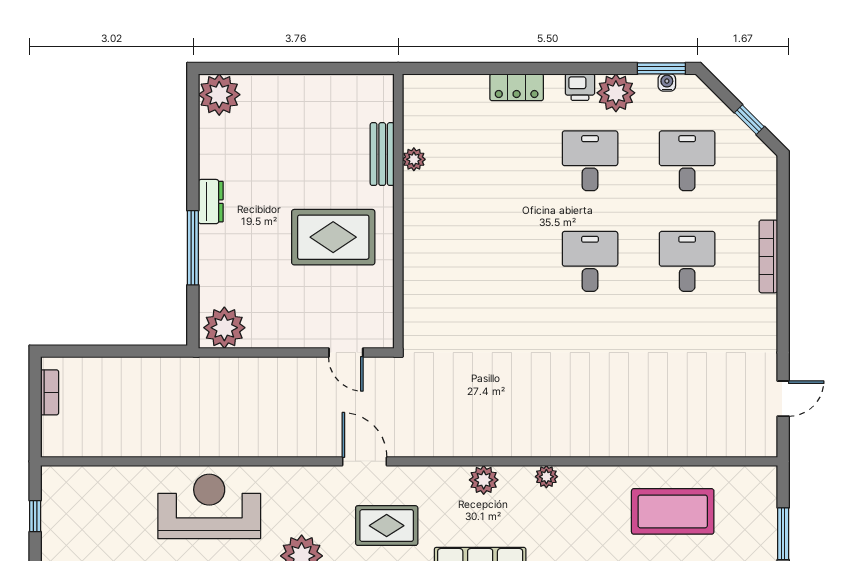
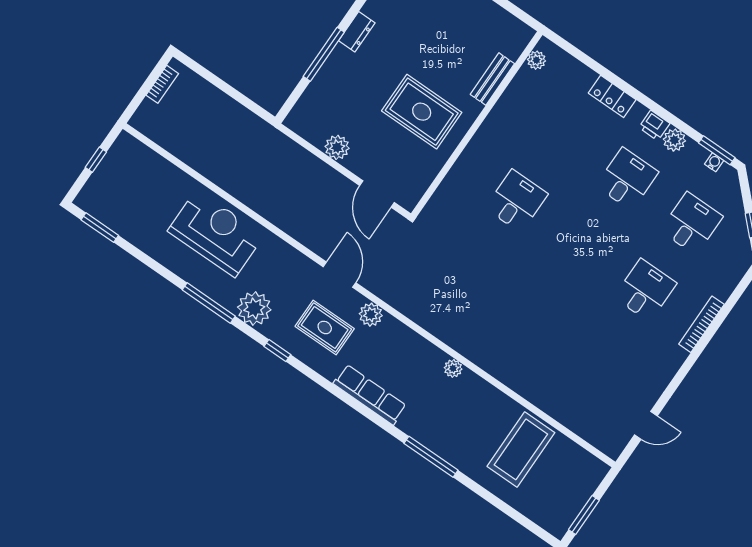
plant: (616, 93) -> (674, 140), width x0.73, depth x0.73
plant: (414, 159) -> (536, 60), moved
desk: (590, 261) -> (516, 201), moved
plant: (224, 328) -> (337, 147), moved, width x0.73, depth x0.73
door: (346, 353) -> (377, 194), width x1.38
plant: (484, 480) -> (371, 315), moved
coffee table: (673, 511) -> (521, 449), turned 90

